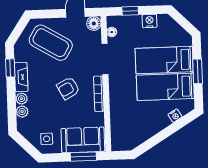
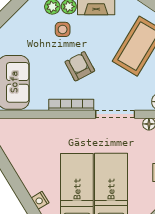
side table: (47, 139) -> (63, 29), moved

